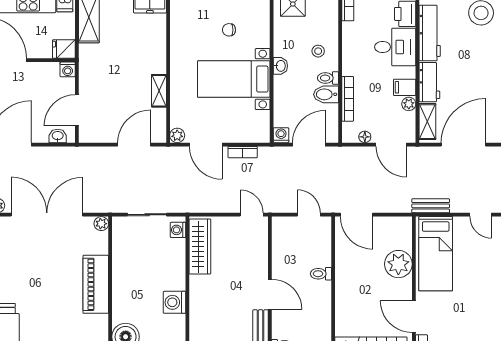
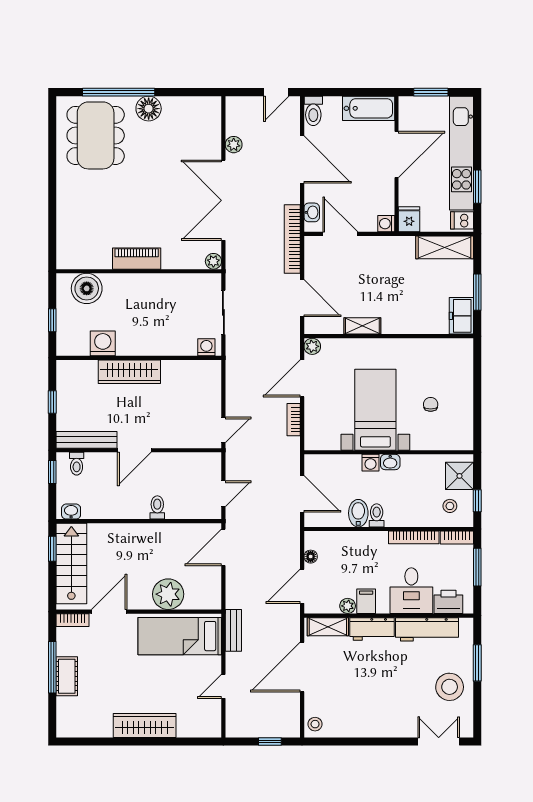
stool: (318, 51) -> (450, 506), moved
bookcase: (348, 99) -> (414, 537), moved
washing machine: (281, 135) -> (370, 463), moved, turned 90
door: (463, 145) -> (302, 667), swing flipped
bookcase: (81, 153) -> (292, 239), added
double door: (47, 215) -> (223, 200), swing flipped
wardrobe: (200, 247) -> (129, 372), moved
piano: (96, 284) -> (137, 259), width x0.73, depth x0.75
washing machine: (175, 302) -> (103, 343), moved

